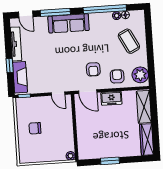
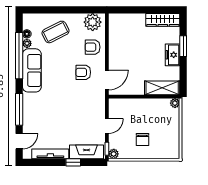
sofa: (69, 23) -> (32, 70), moved
armchair: (93, 69) -> (83, 72), turned 180
door: (58, 94) -> (107, 126), moved
freezer: (111, 98) -> (173, 55), moved, turned 180
plant: (20, 102) -> (114, 154), added
shelving: (144, 107) -> (162, 88), moved
window: (110, 161) -> (183, 46), moved

